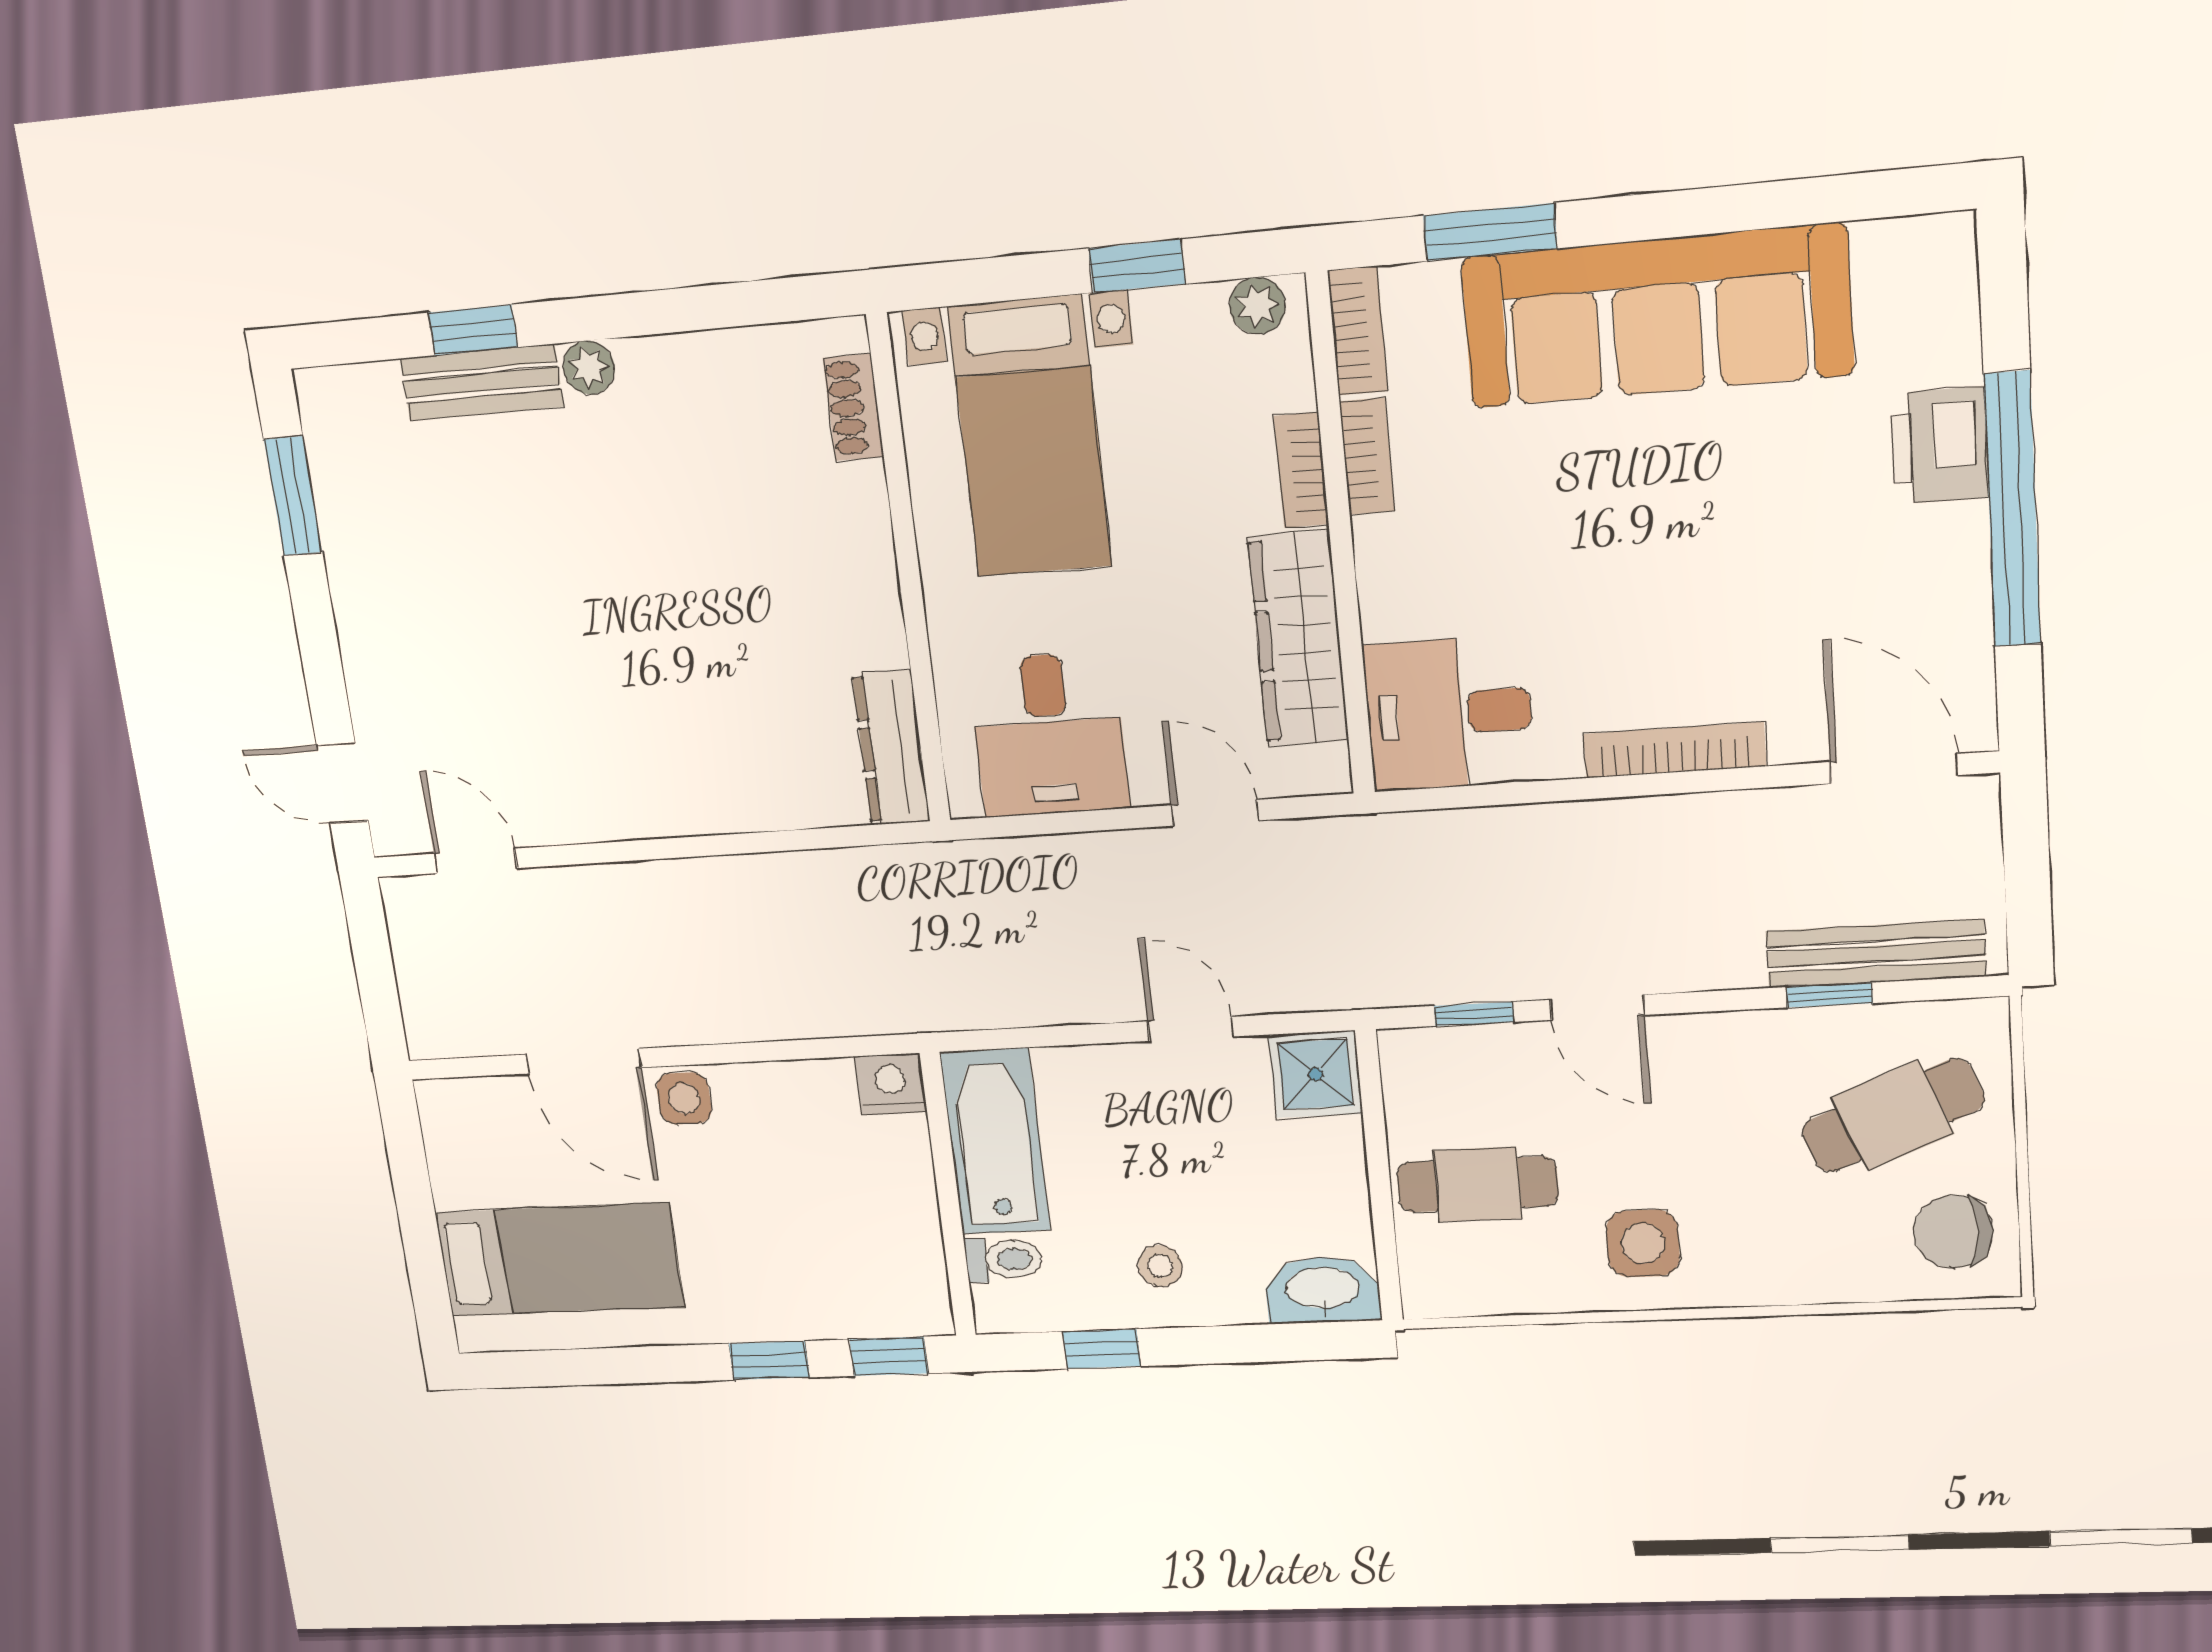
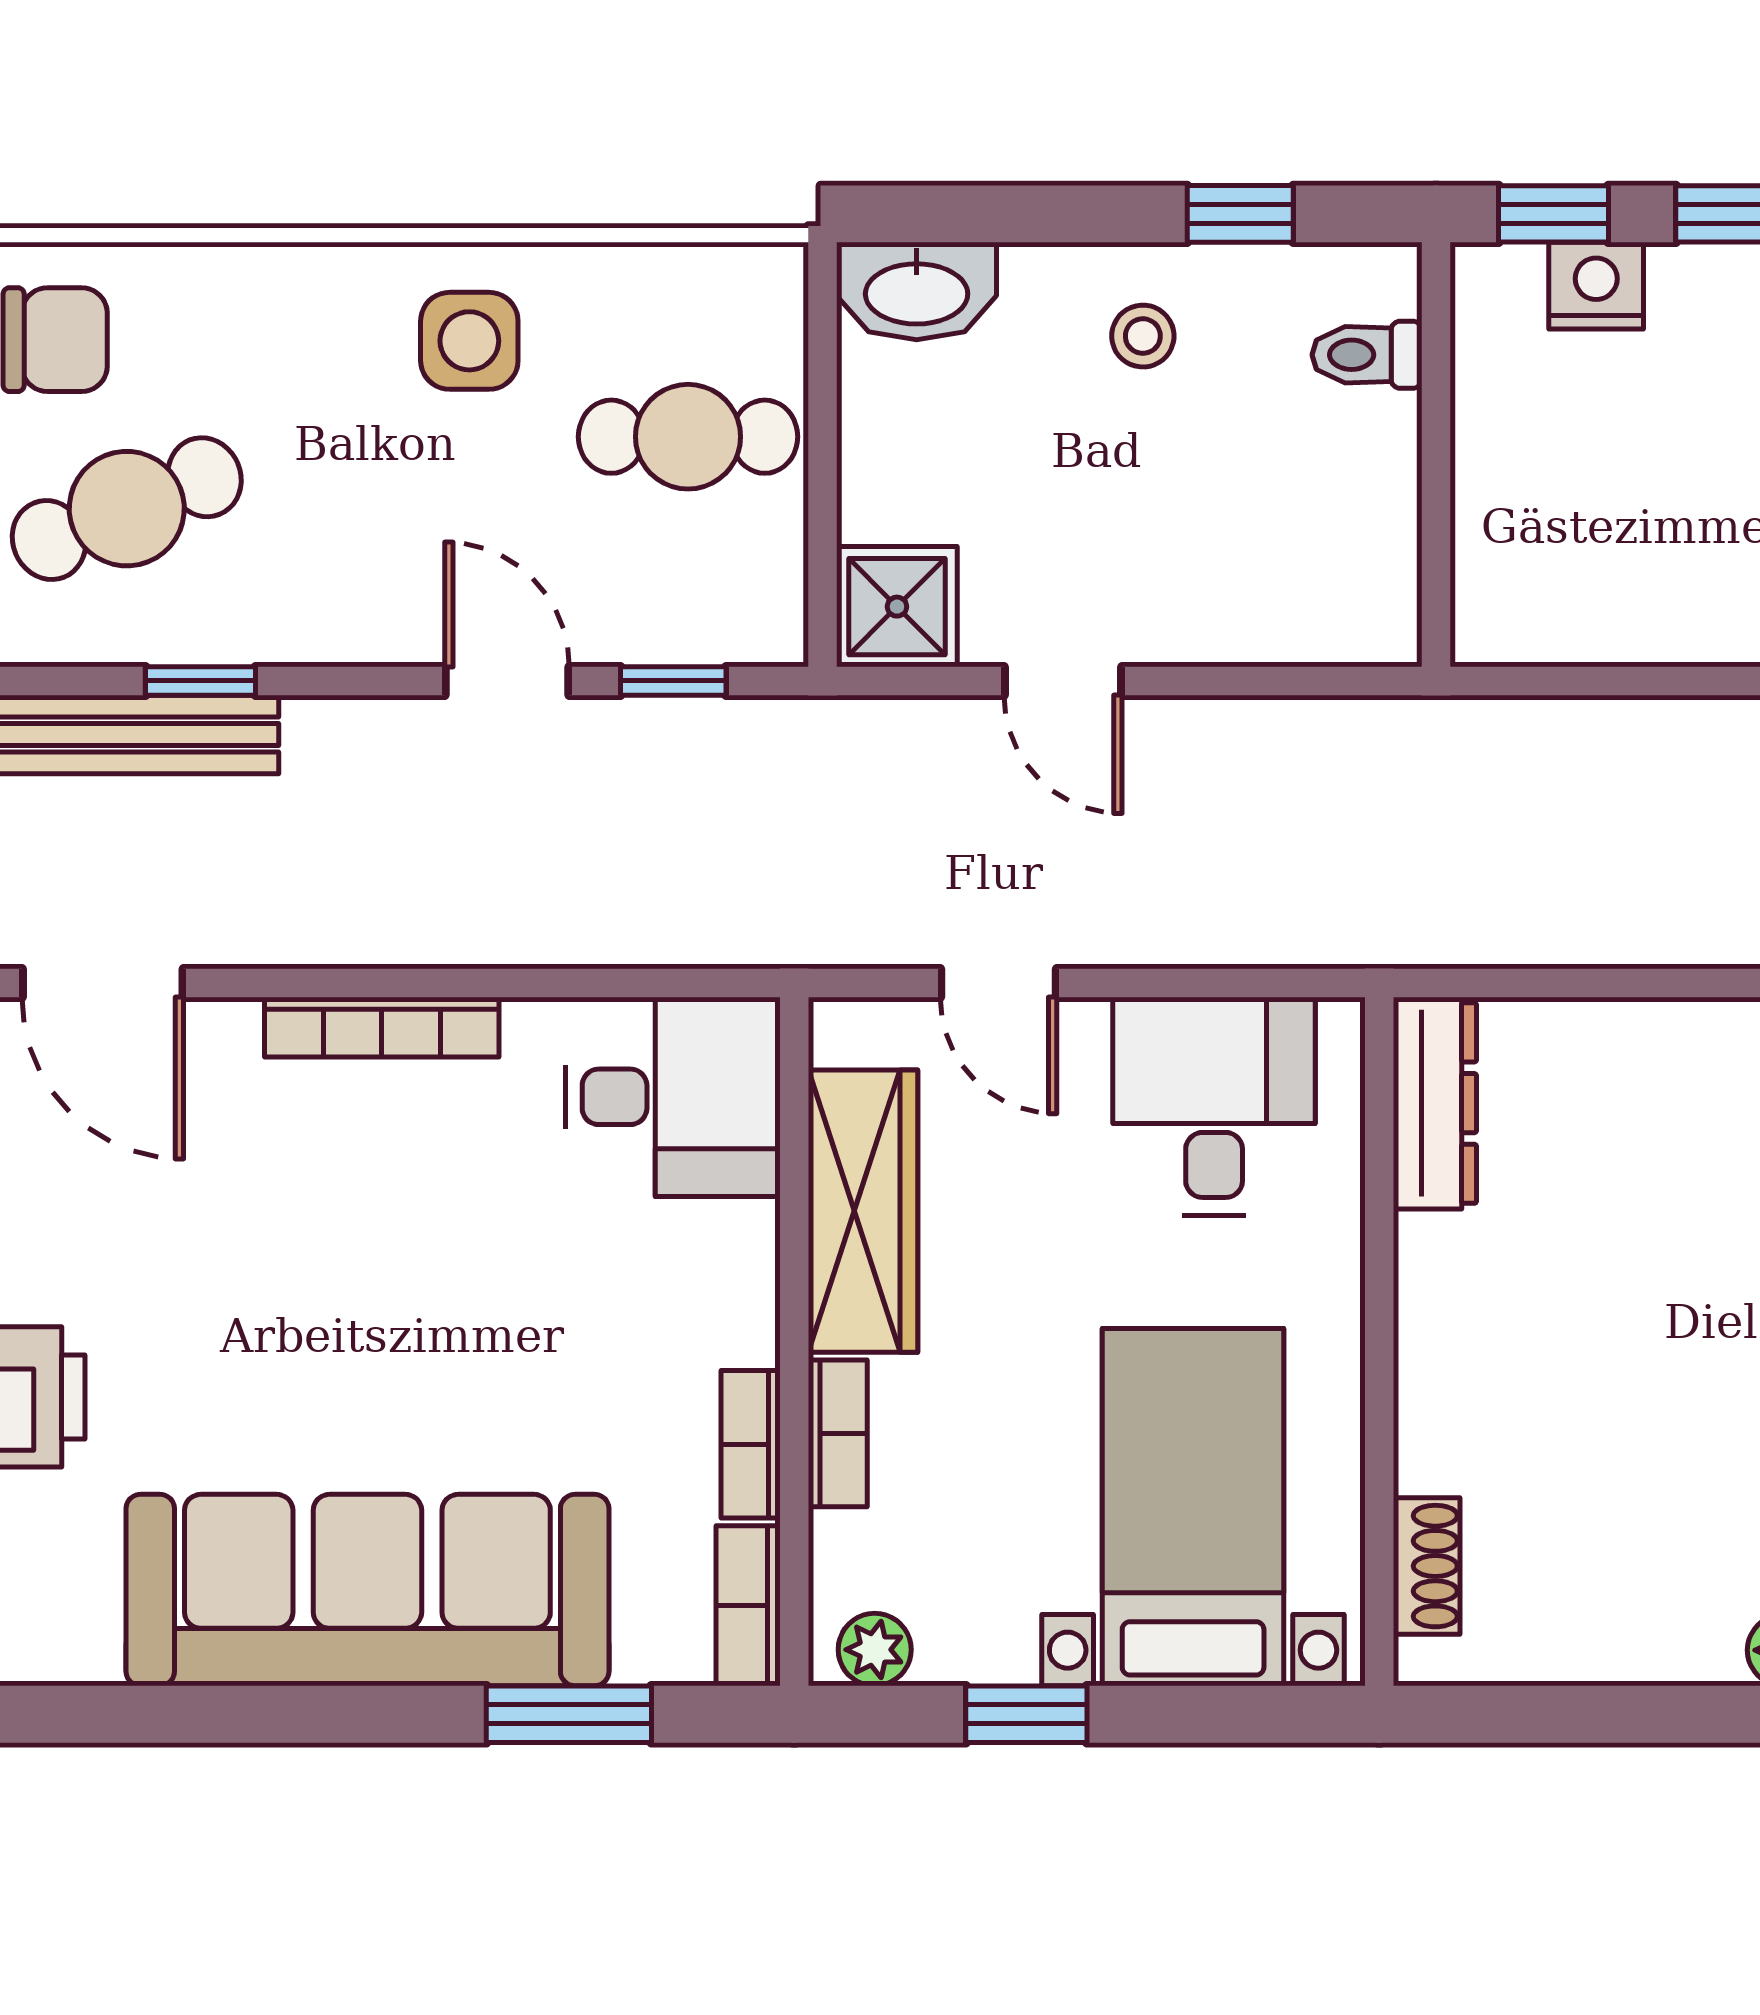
nightstand: (891, 1084) -> (1596, 286), moved, turned 180
bathtub: (995, 1141) -> (1358, 531), removed

